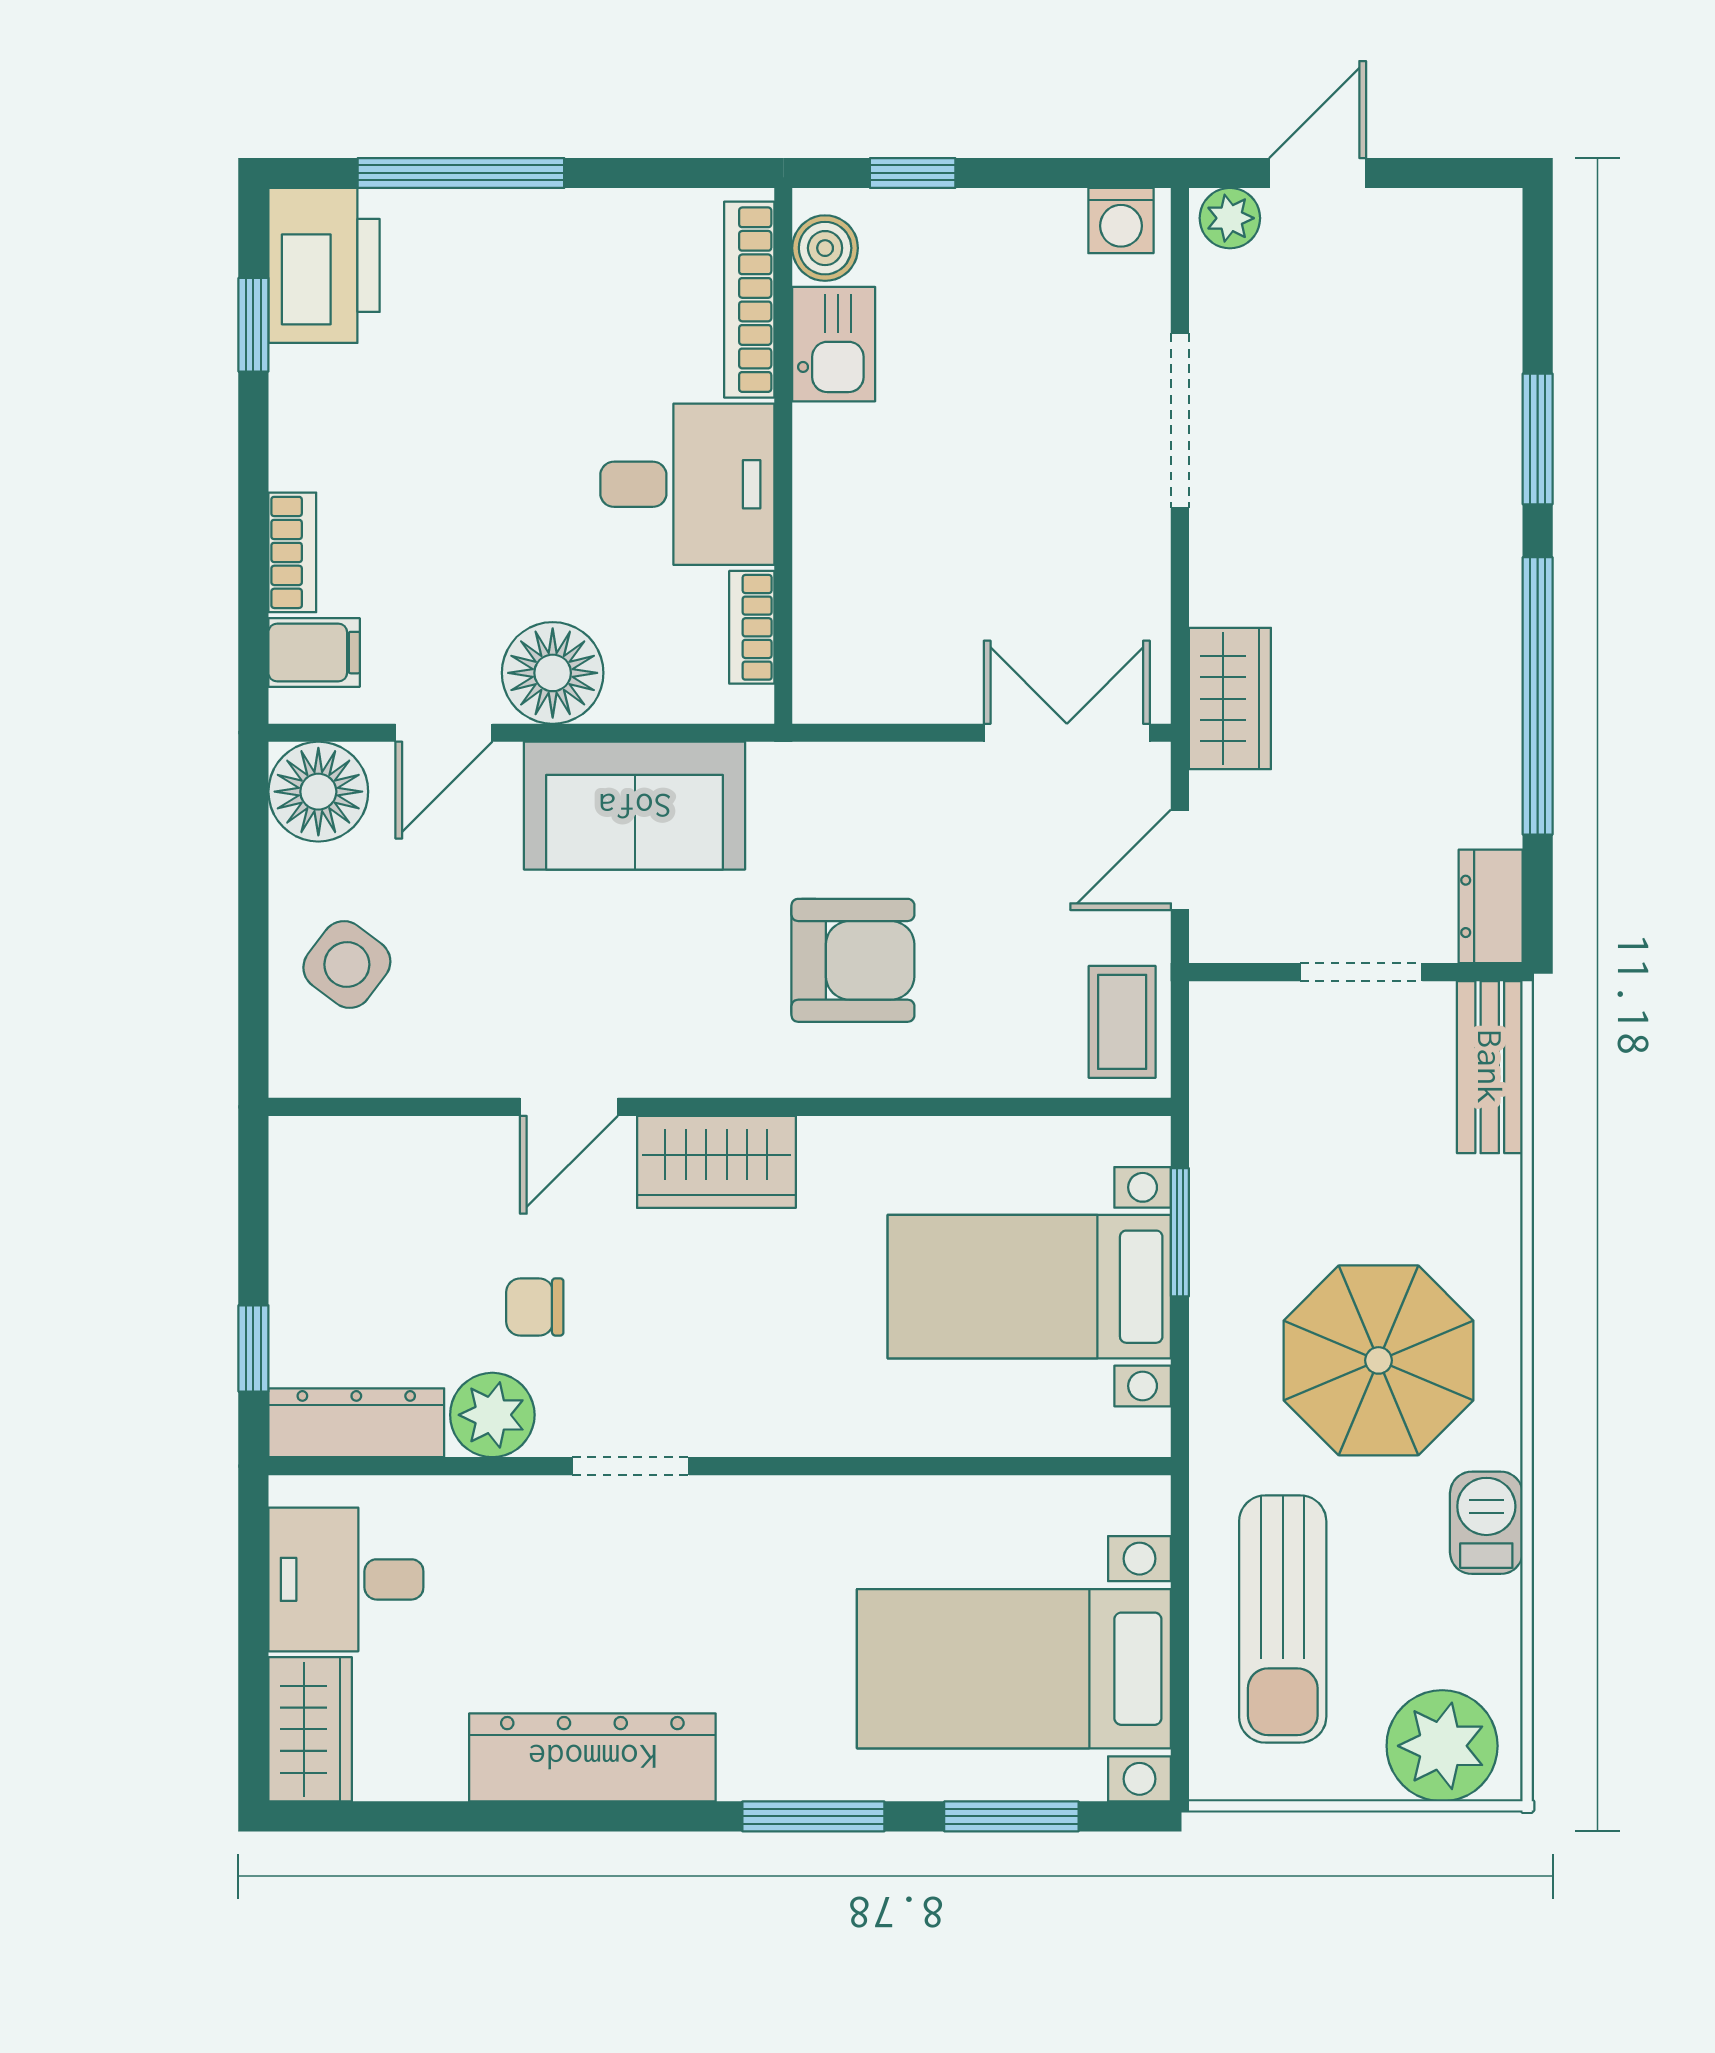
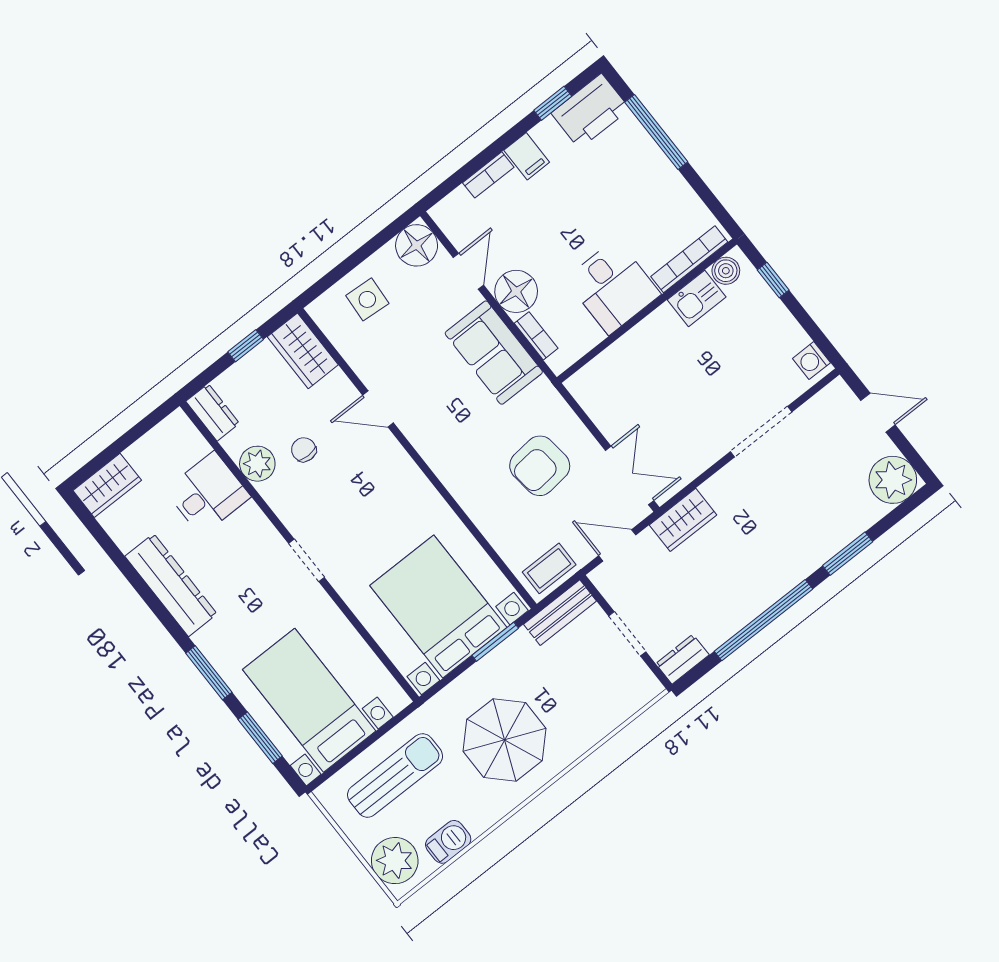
plant: (1230, 218) -> (893, 480), moved, width x1.88, depth x1.88
bookcase: (752, 627) -> (536, 336), moved, turned 90
filing cabinet: (314, 653) -> (527, 156), moved
door: (444, 733) -> (468, 271), swing flipped
armchair: (853, 960) -> (540, 466), moved, turned 84
side table: (347, 964) -> (367, 299), turned -33
bench: (1490, 1067) -> (560, 613), moved
wardrobe: (716, 1162) -> (303, 351), moved
bed with nightstands: (1029, 1287) -> (438, 606), width x1.36
window: (253, 1348) -> (246, 346), moved
dresser: (356, 1423) -> (213, 412), width x0.70
doorway: (630, 1466) -> (307, 560), moved
barbecue: (1486, 1523) -> (448, 842), moved
desk: (346, 1579) -> (208, 494), moved, turned 90
sun lounger: (1283, 1619) -> (395, 775), turned 180

